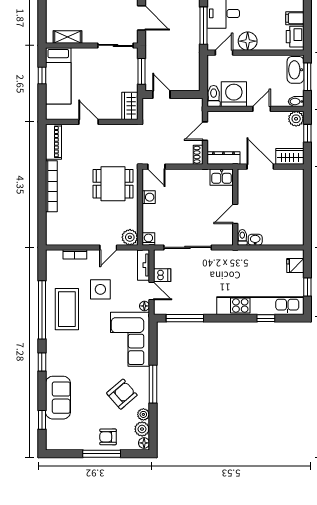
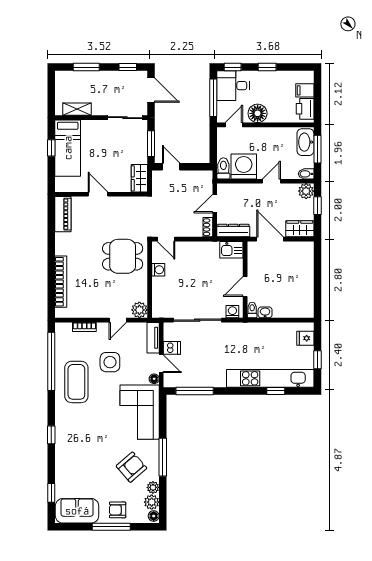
bookcase: (51, 186) -> (61, 282), moved
washing machine: (148, 239) -> (232, 312), moved
window: (42, 310) -> (51, 361), moved
sofa: (58, 398) -> (77, 511), moved, turned -90

